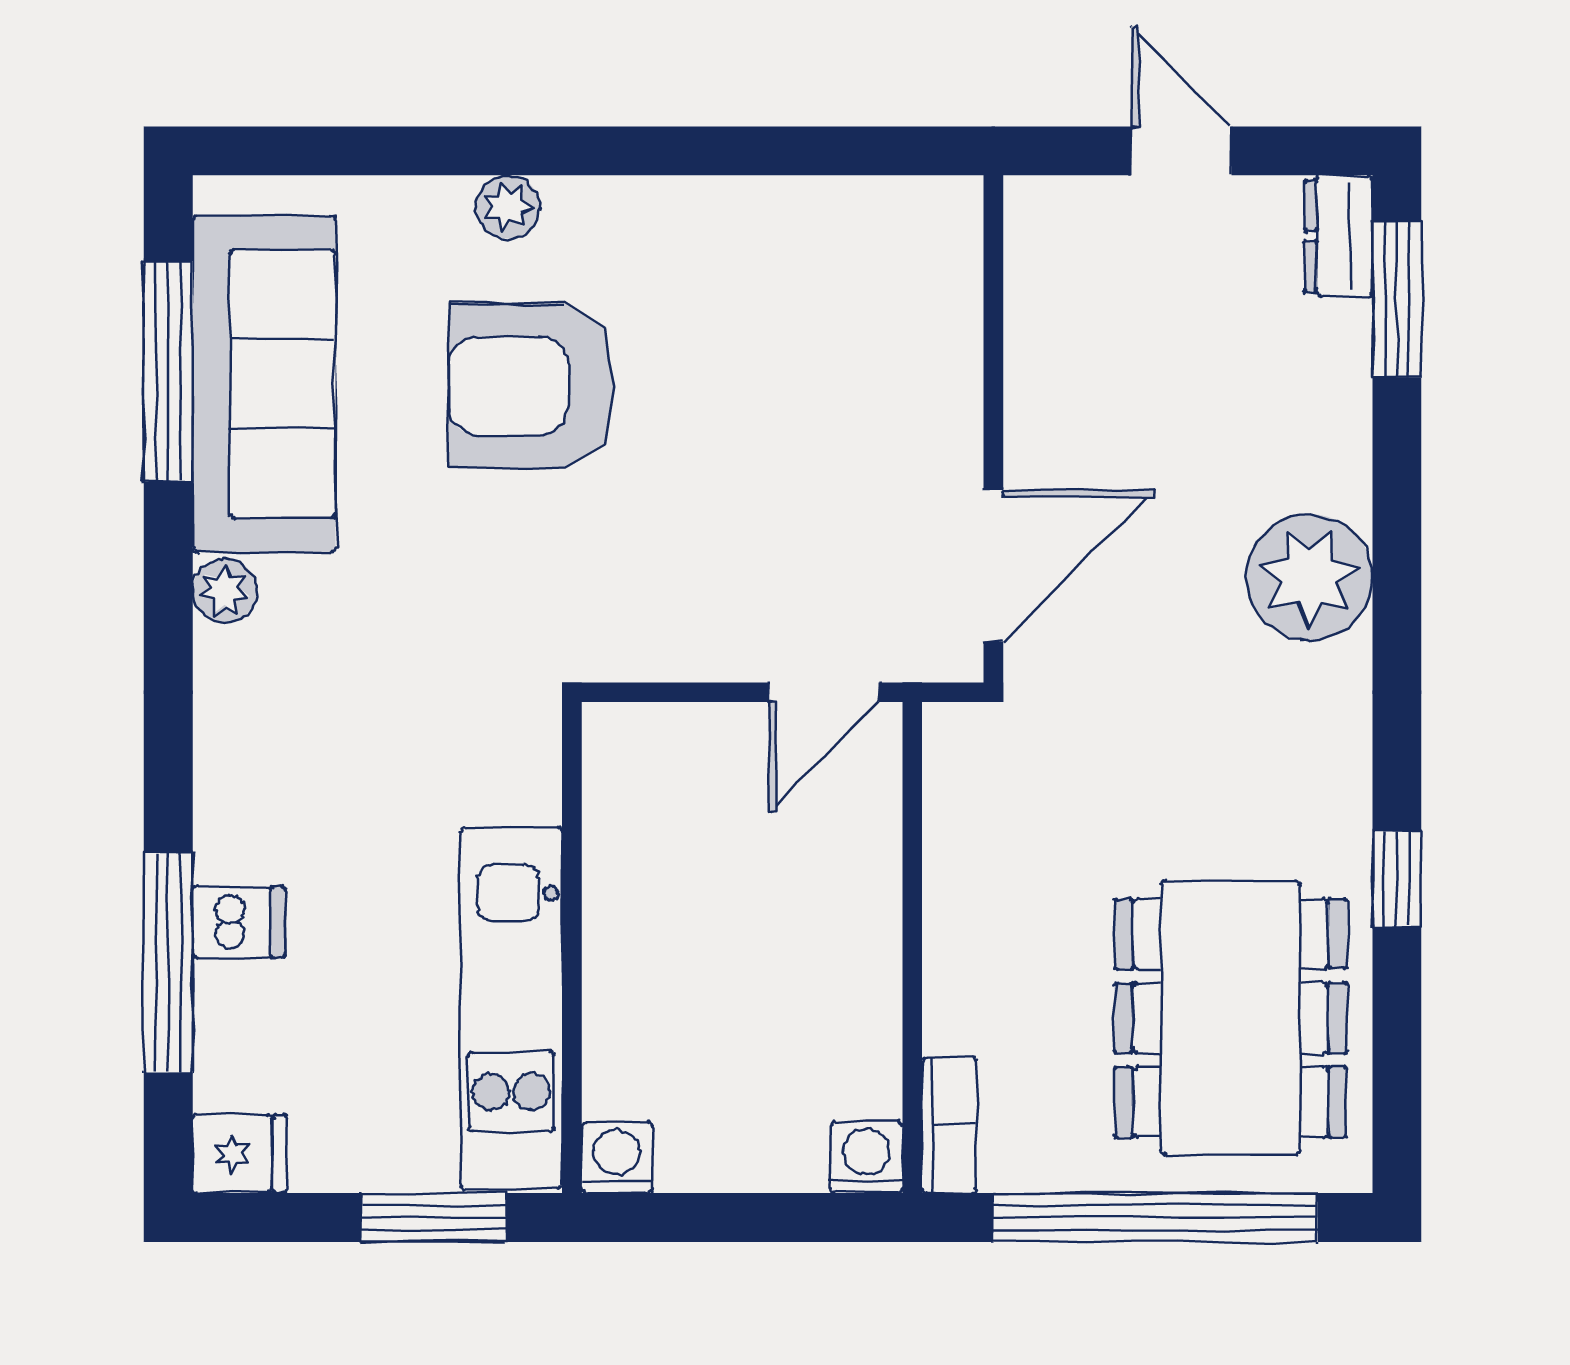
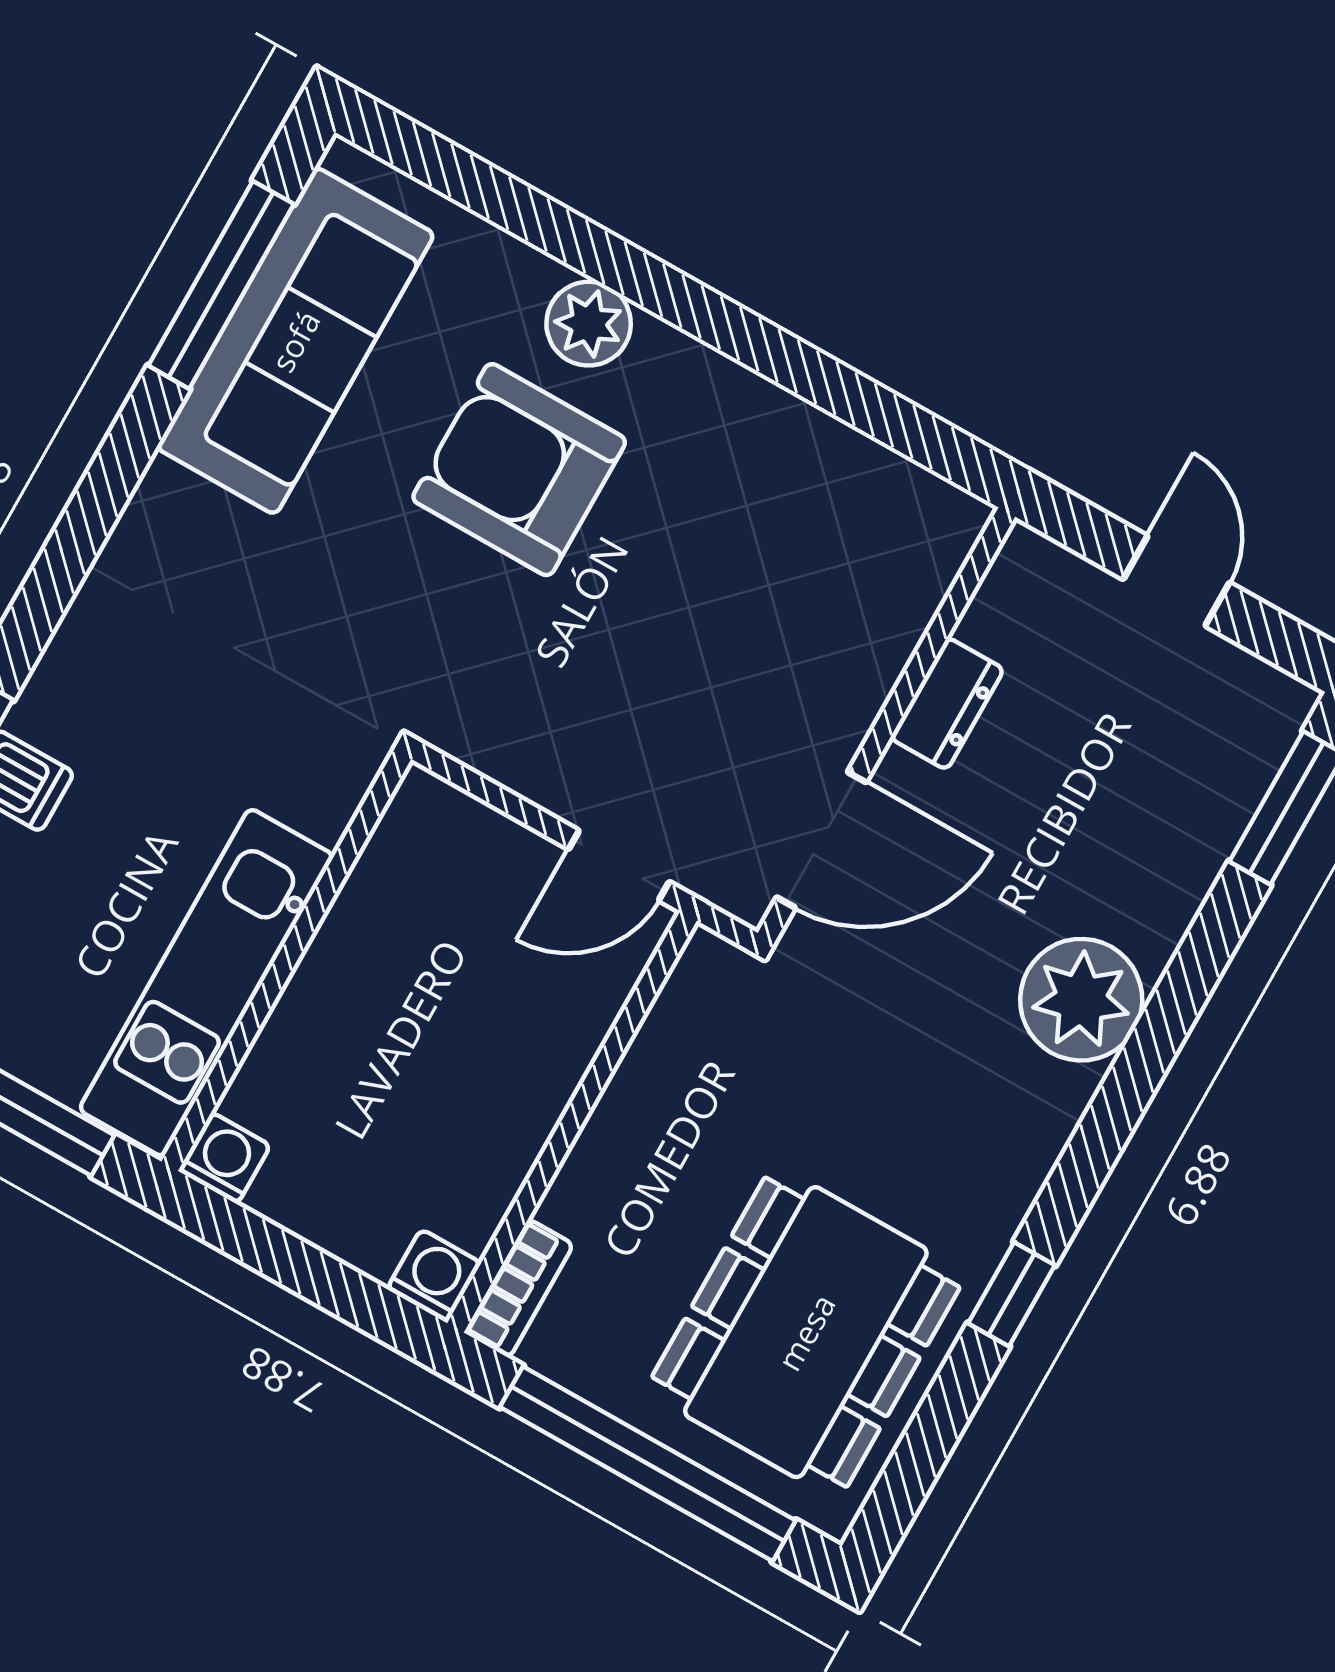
plant: (508, 207) -> (589, 324), width x1.38, depth x1.38
dresser: (1338, 236) -> (947, 704), moved, turned 180
plant: (225, 591) -> (164, 496), removed

